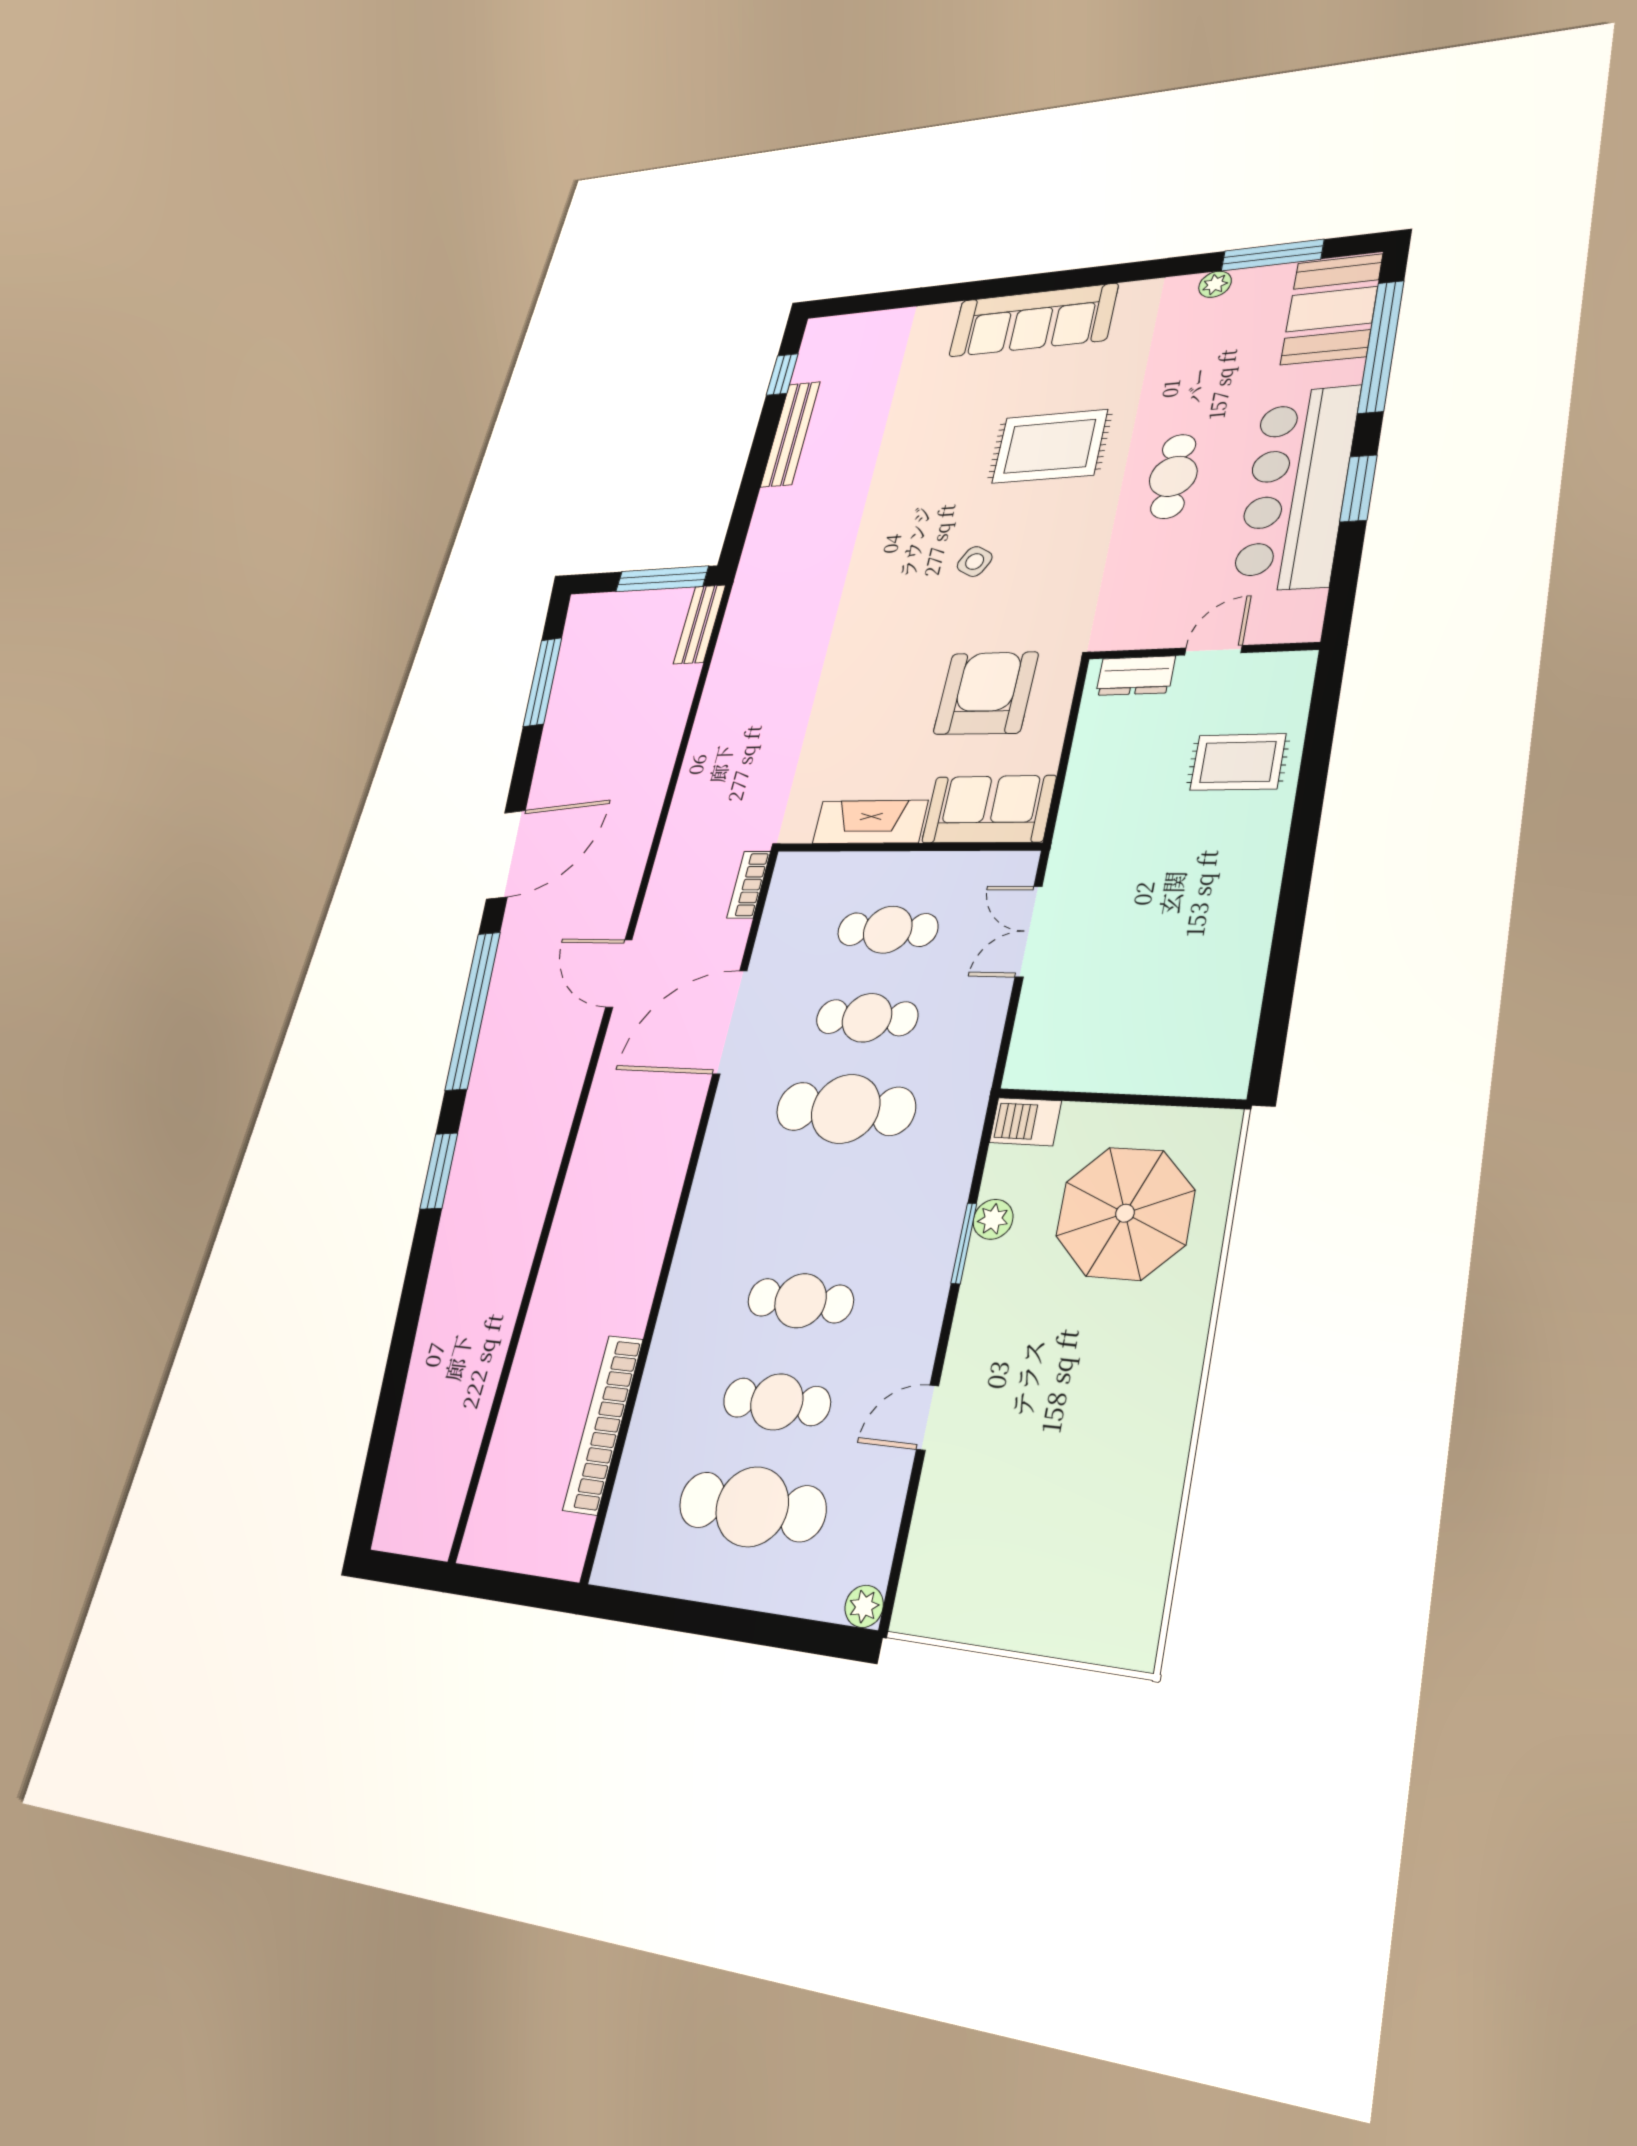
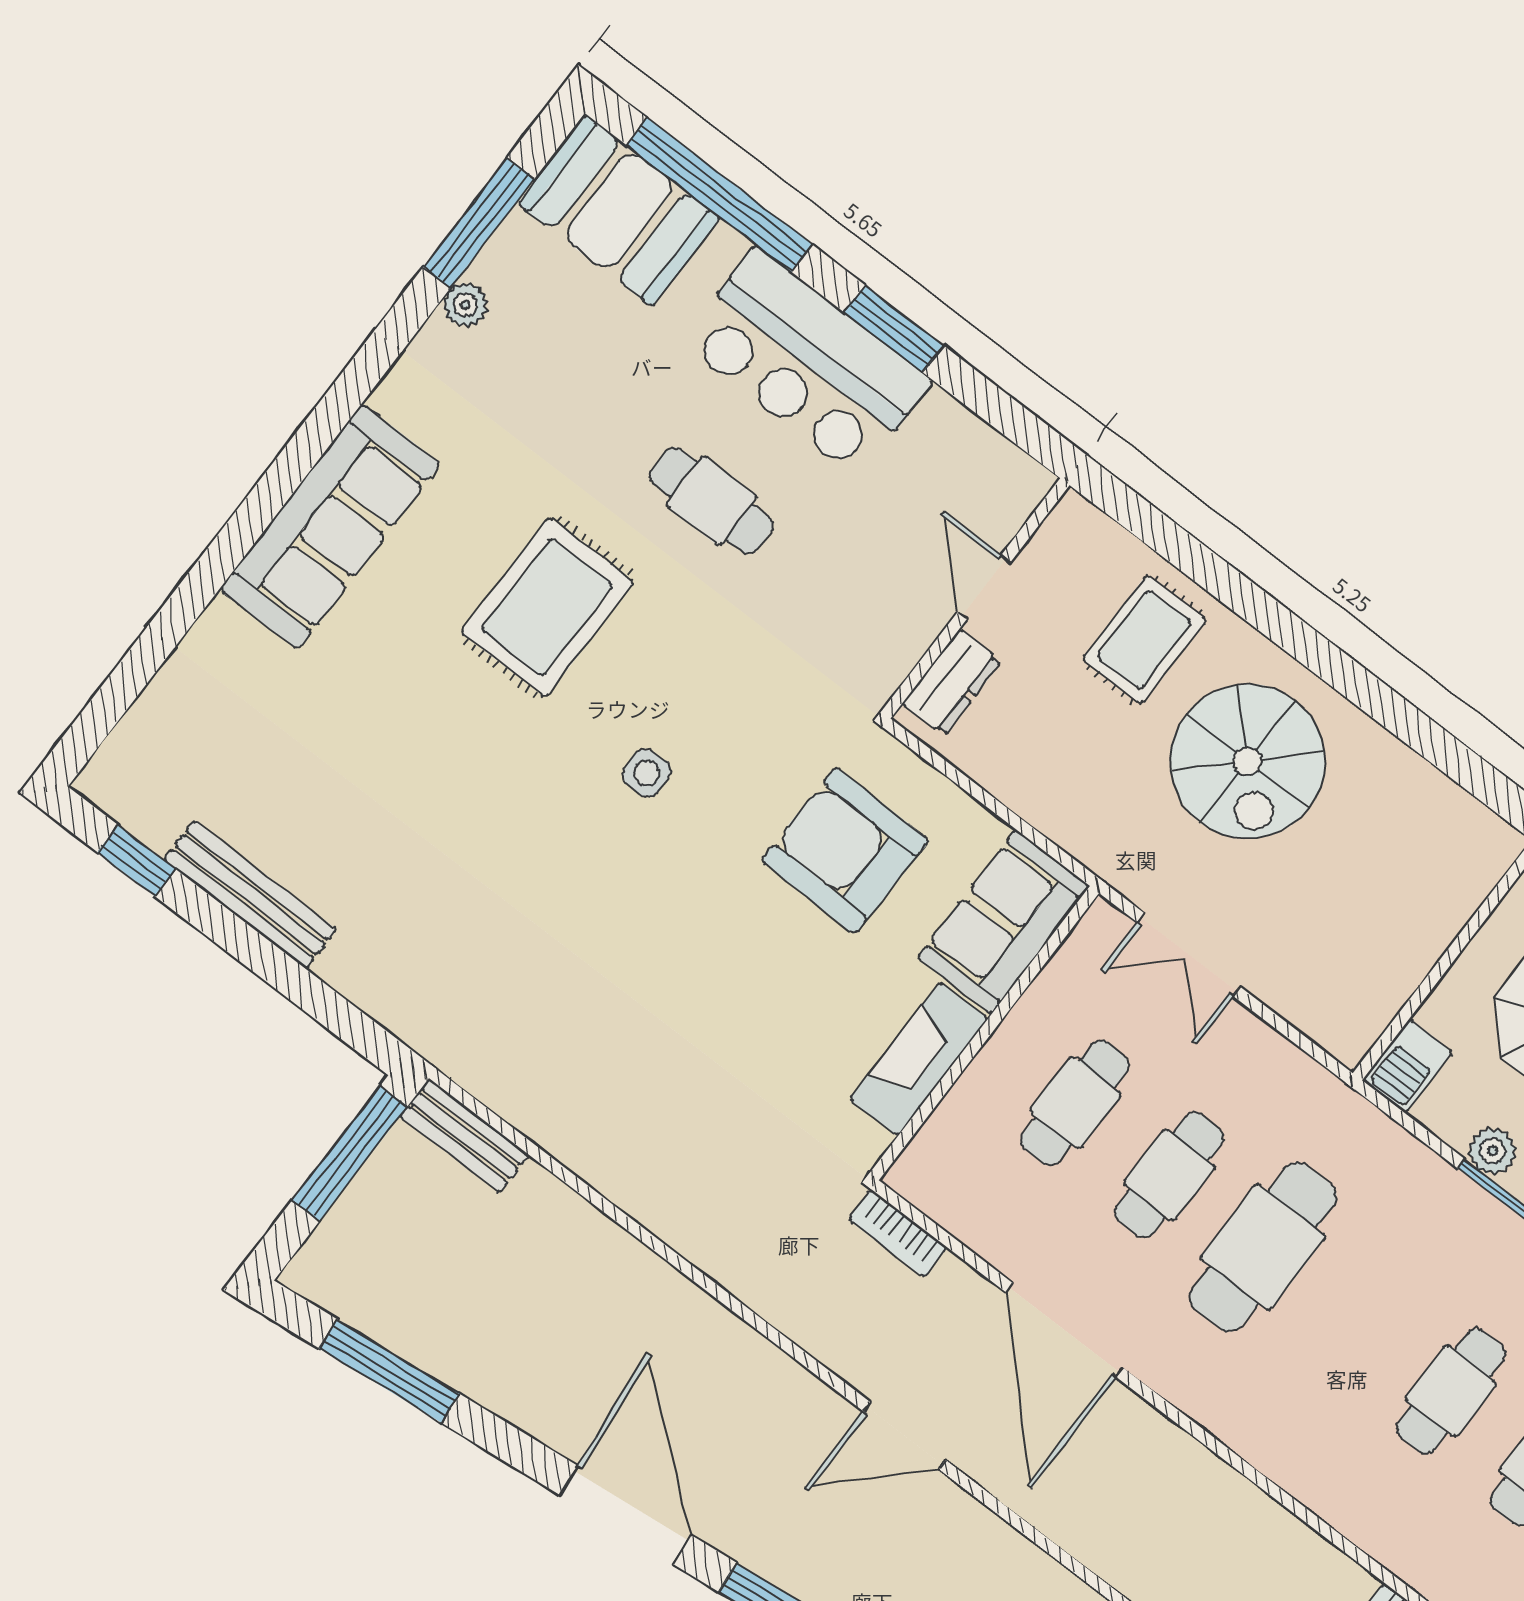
bar counter: (1297, 487) -> (807, 362), width x0.73
side table: (975, 562) -> (646, 773), turned -30
spiral stairs: (1190, 879) -> (1247, 761), added

